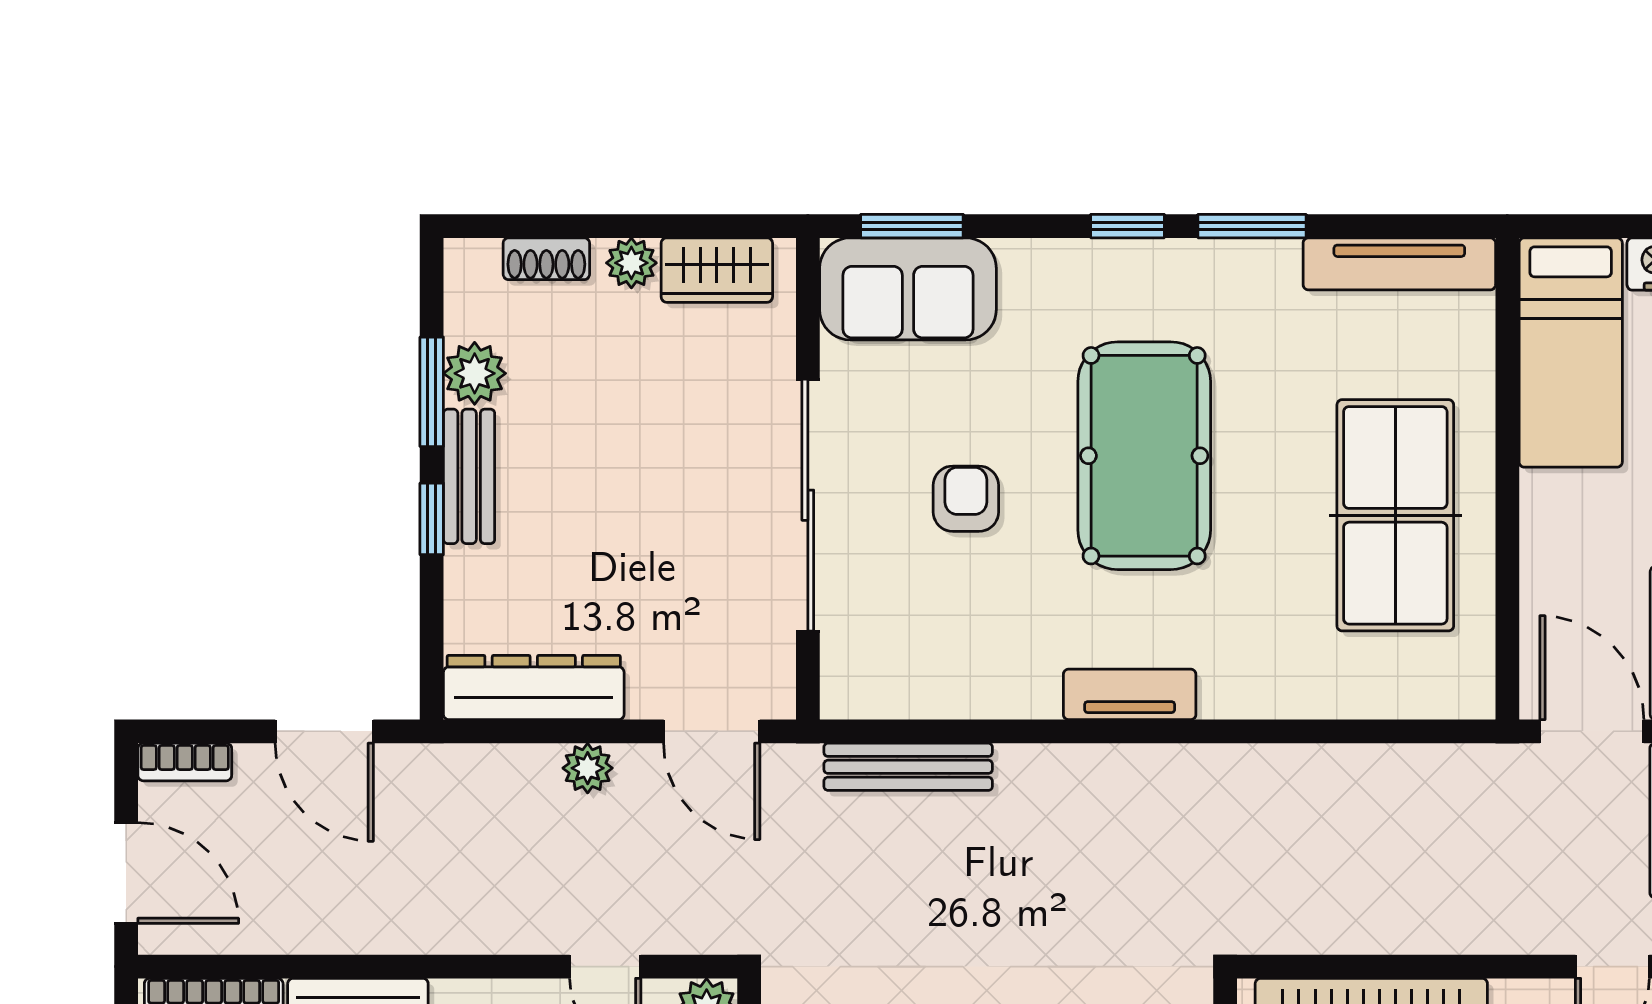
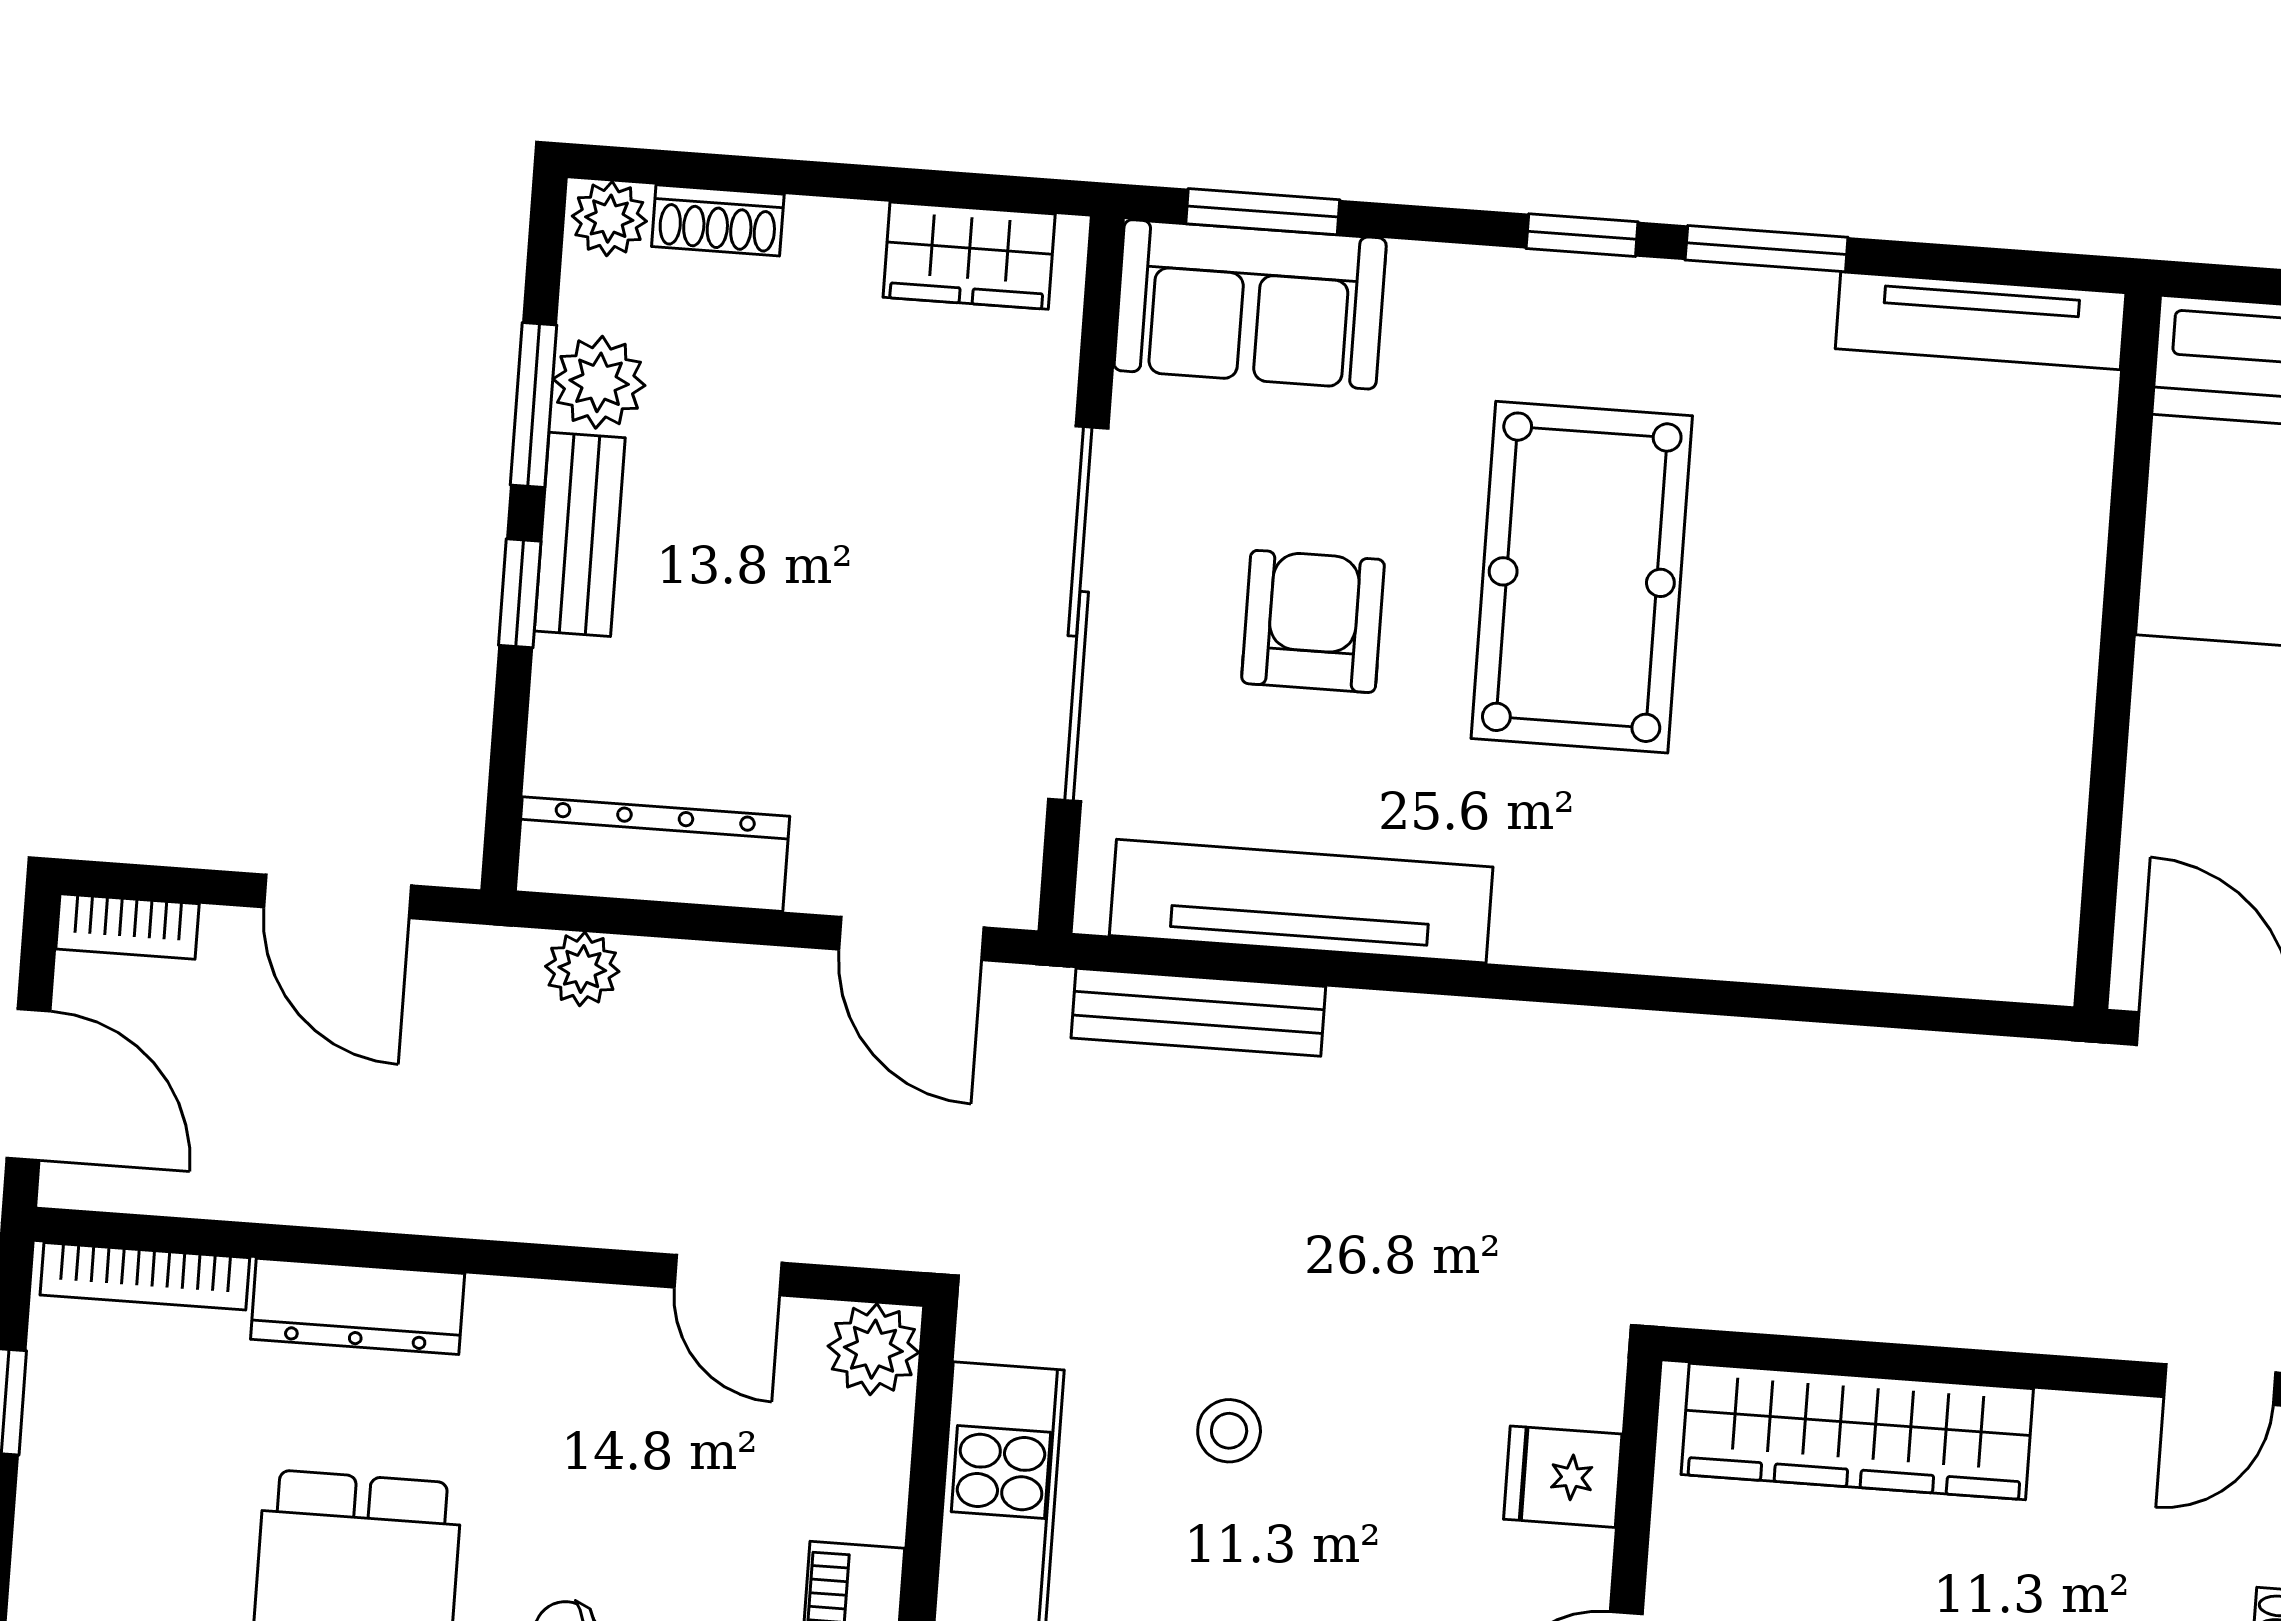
plant: (631, 263) -> (609, 219), moved
armchair: (966, 499) -> (1313, 621), width x1.38, depth x1.38
table tennis table: (1395, 515) -> (1947, 693), removed
tv unit: (1130, 694) -> (1301, 901), moved, width x1.92, depth x1.29
plant: (588, 768) -> (582, 969), moved

